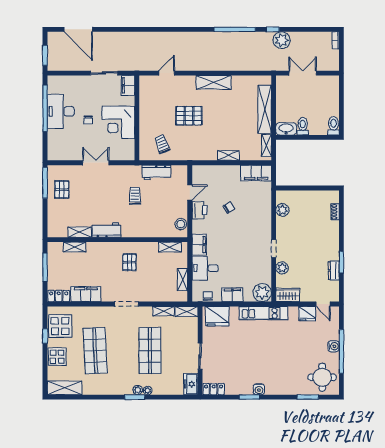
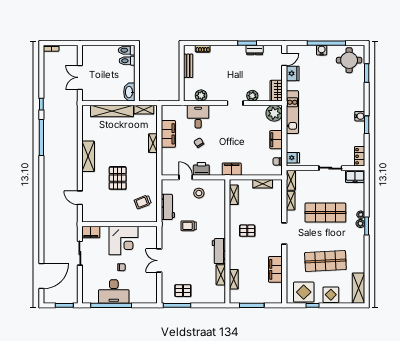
plant: (282, 40) -> (51, 96), removed
toilet: (303, 126) -> (127, 61), moved
filing cabinet: (256, 173) -> (168, 134), moved
bench: (316, 195) -> (188, 66), added
stool: (181, 224) -> (199, 193), moved
desk: (205, 268) -> (198, 117), moved, turned 180
locker: (59, 296) -> (277, 293), removed
fridge: (217, 316) -> (293, 158), width x0.53, depth x0.75

